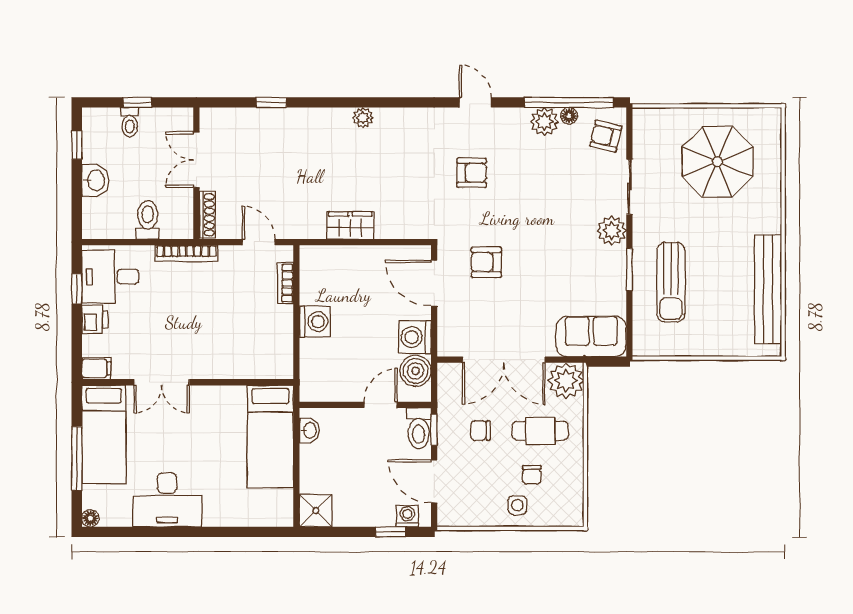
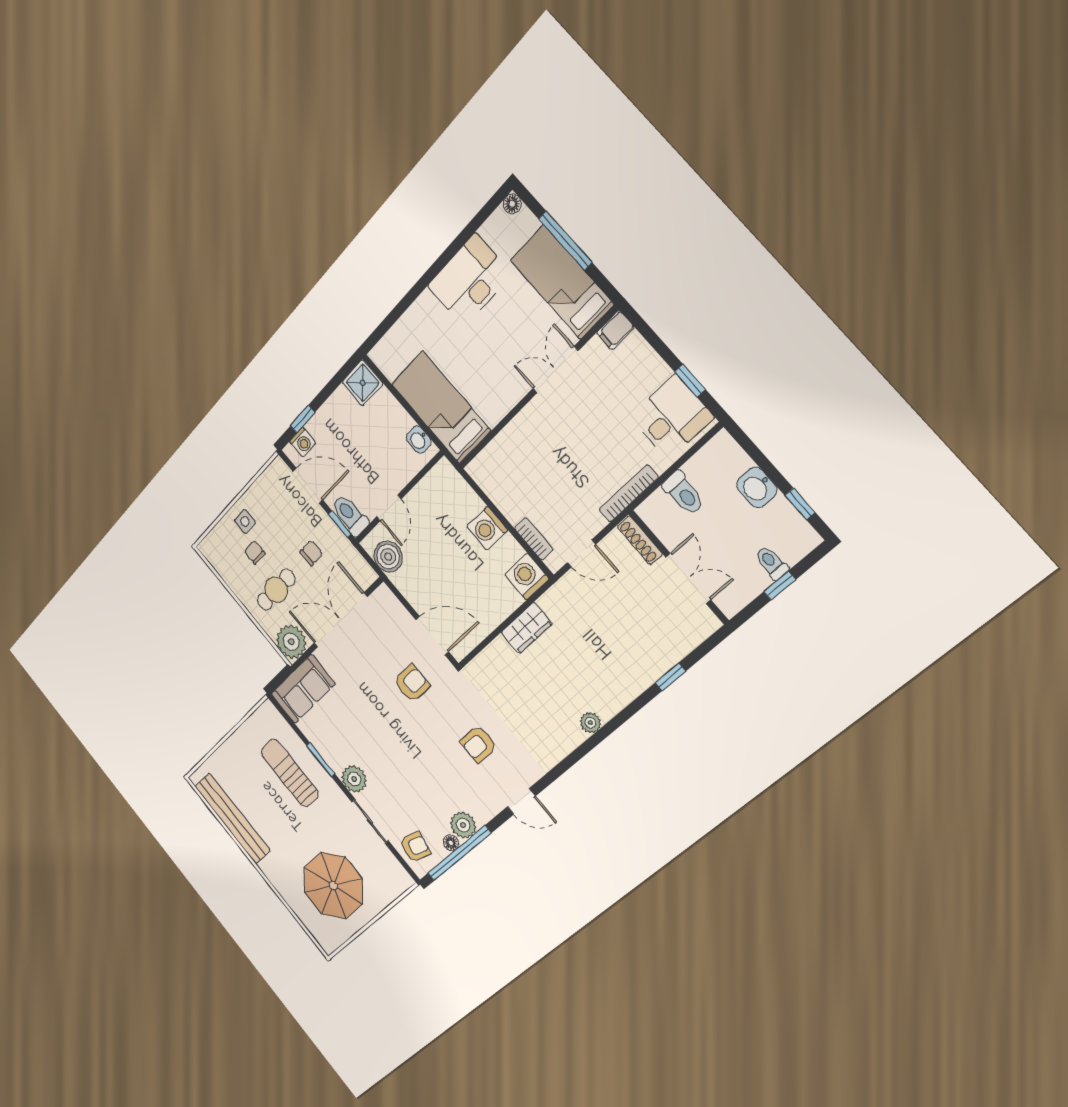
printer: (95, 319) -> (653, 369), removed
washing machine: (415, 337) -> (527, 577), moved, turned -90

